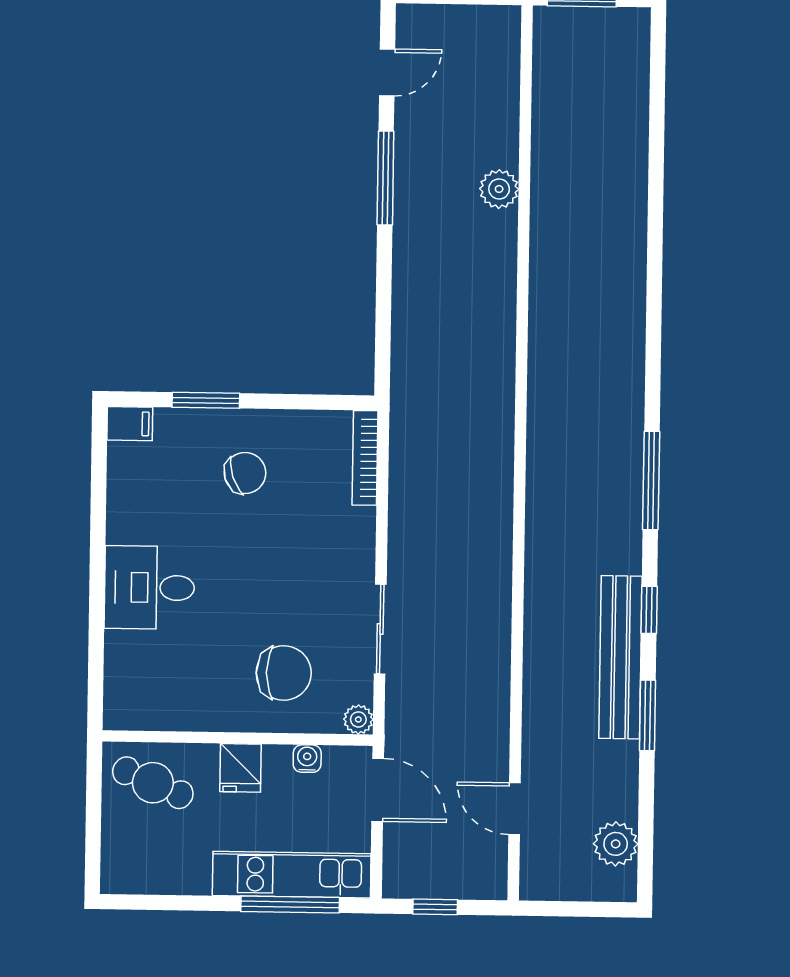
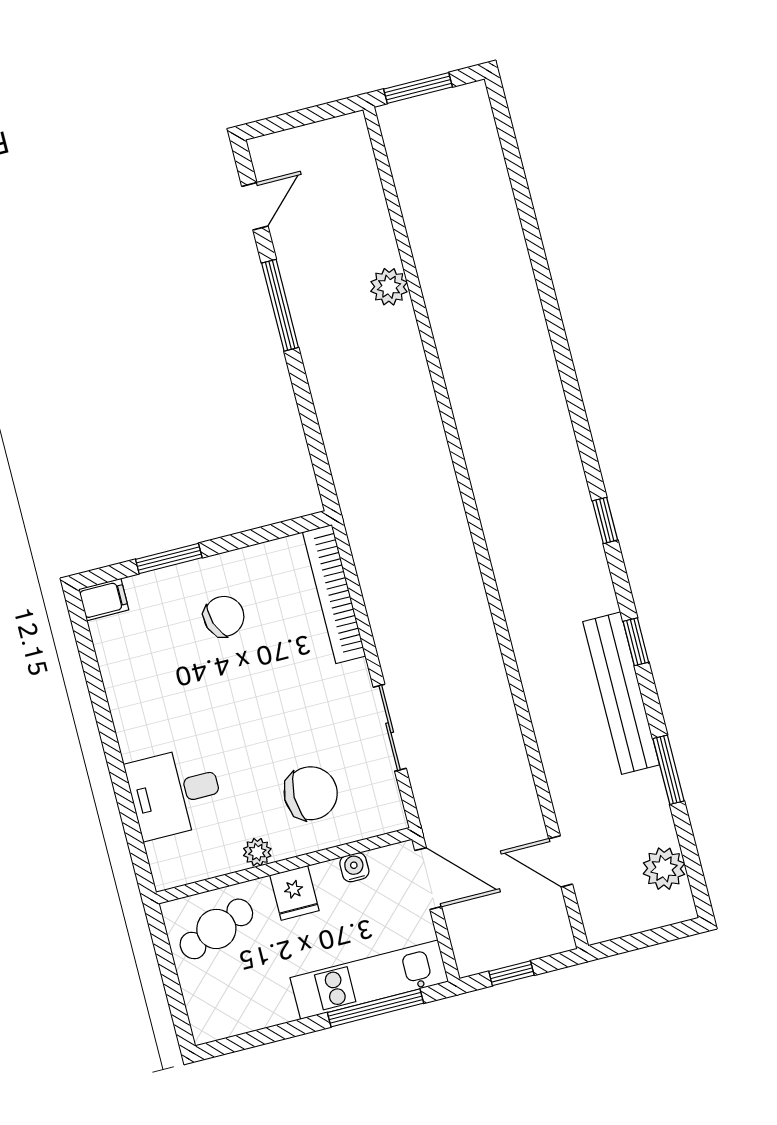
bookcase: (365, 458) -> (334, 594), width x1.48, depth x1.31
window: (651, 481) -> (605, 520), width x0.46
desk: (149, 588) -> (175, 793), moved
window: (647, 715) -> (669, 770), moved
plant: (358, 719) -> (257, 852), moved
cafe table: (153, 783) -> (216, 929), turned -44

